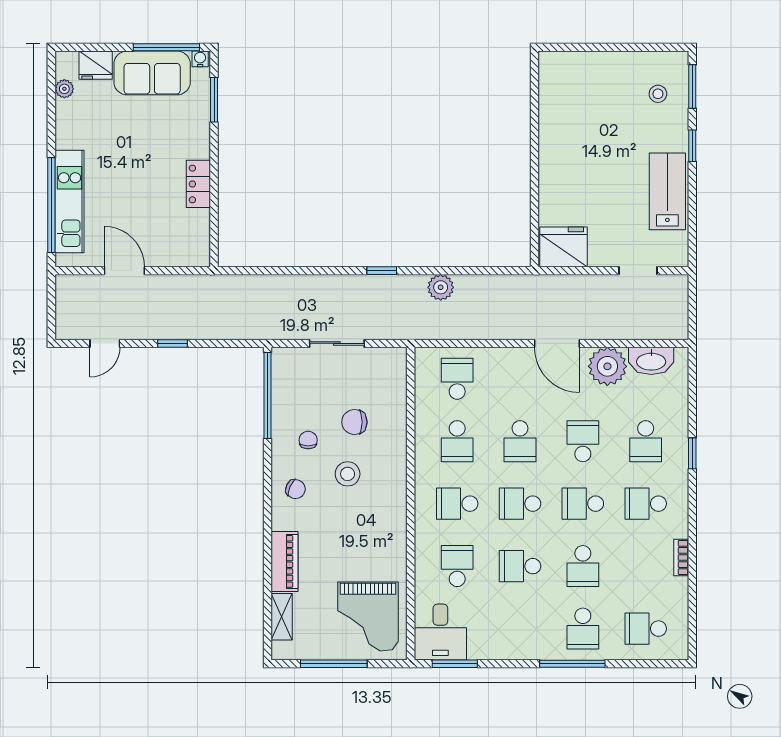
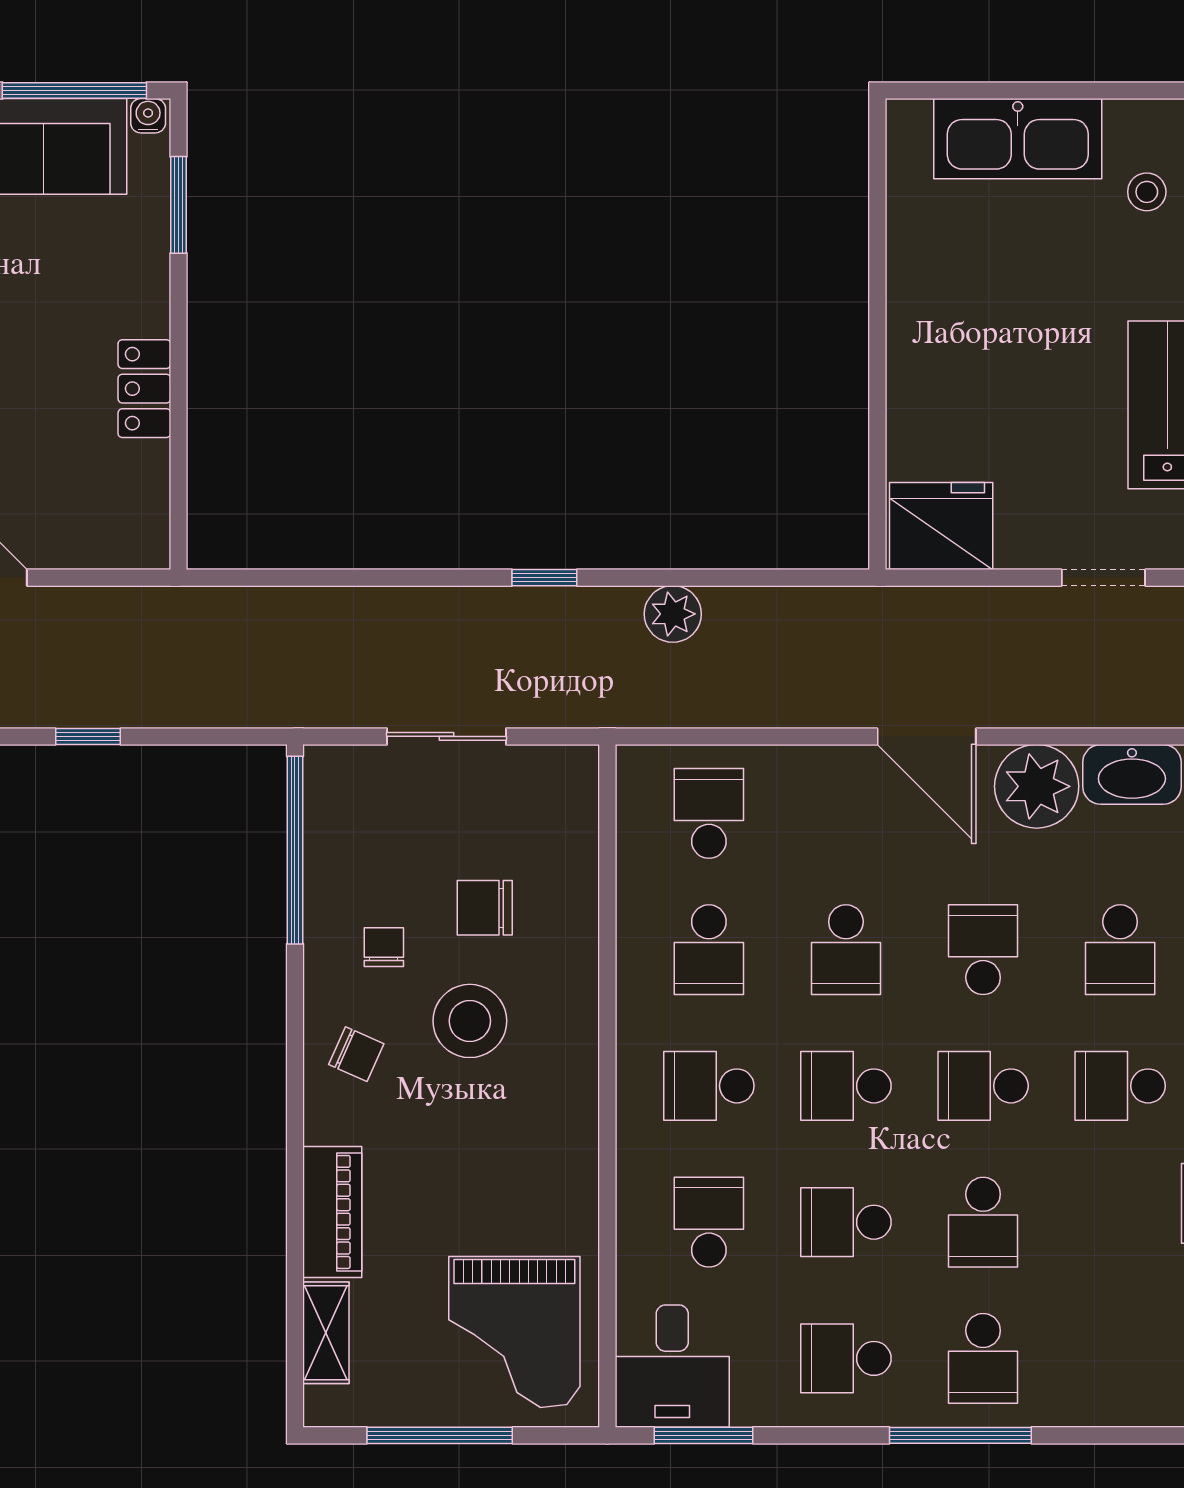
kitchen sink: (599, 69) -> (1018, 139), added
stool: (348, 474) -> (470, 1021), width x1.38, depth x1.38
school desk: (646, 629) -> (846, 1358), moved

